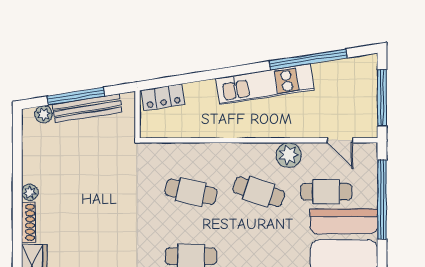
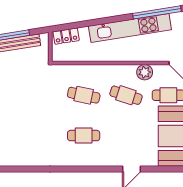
kitchen unit: (265, 84) -> (130, 28), width x1.36

